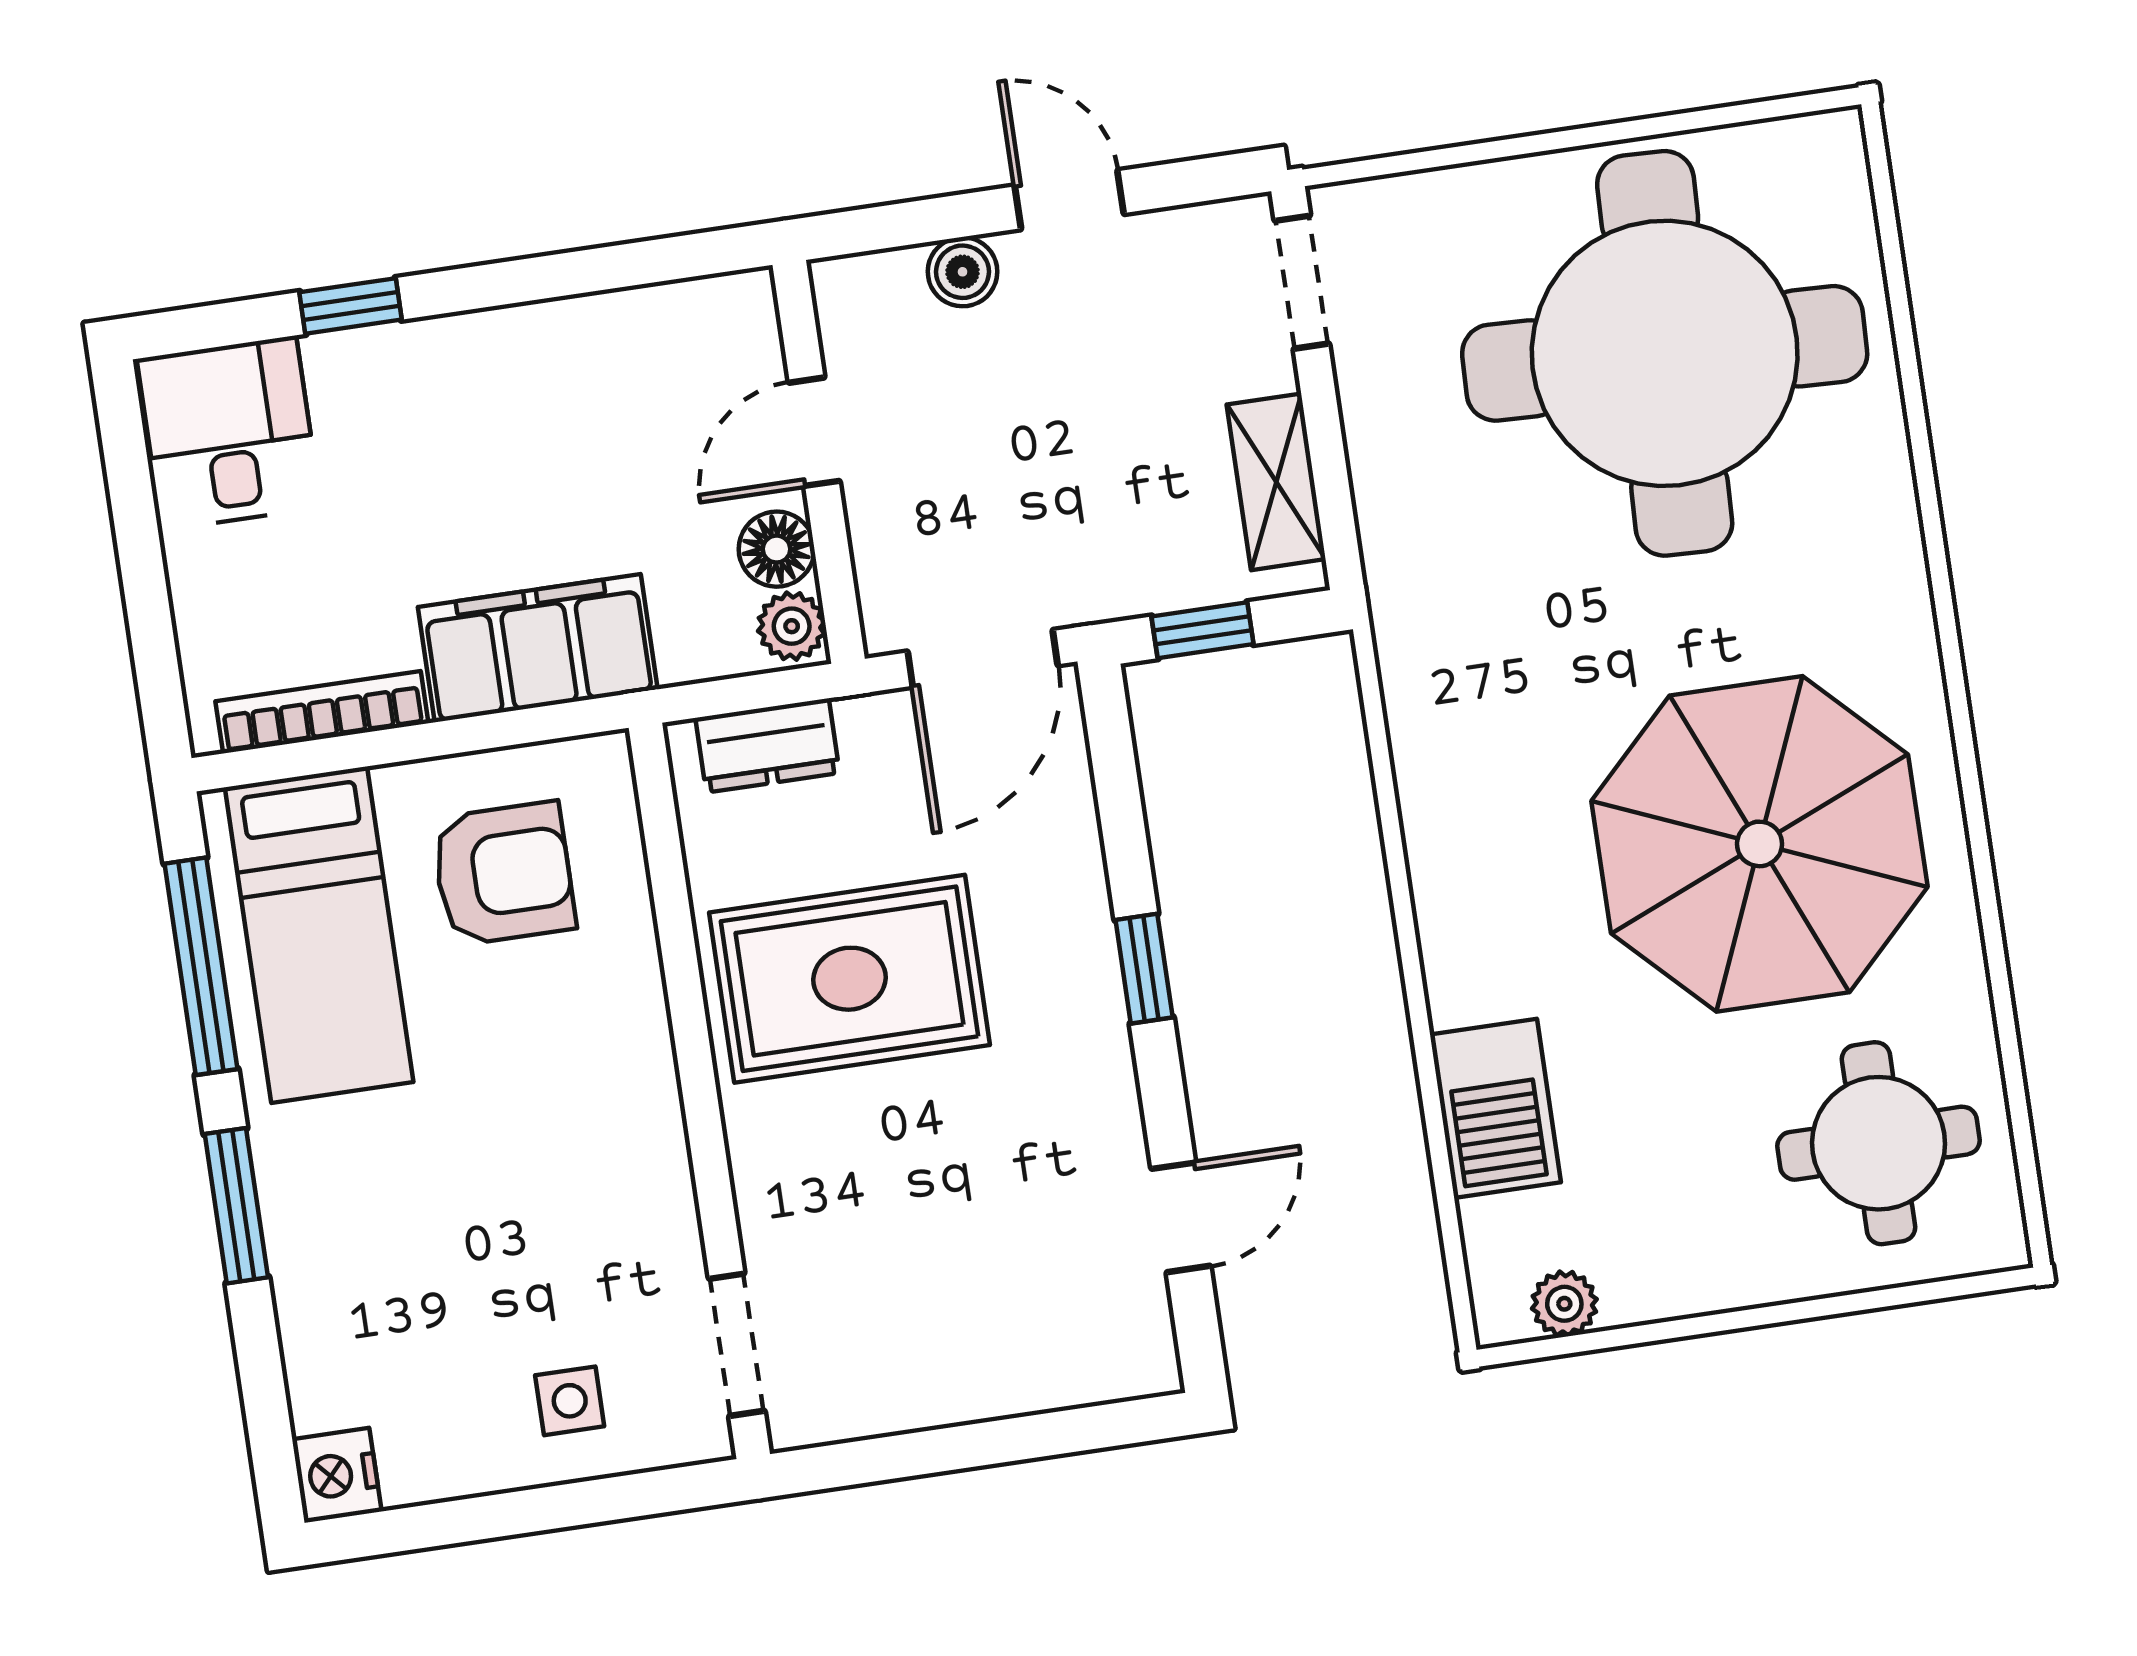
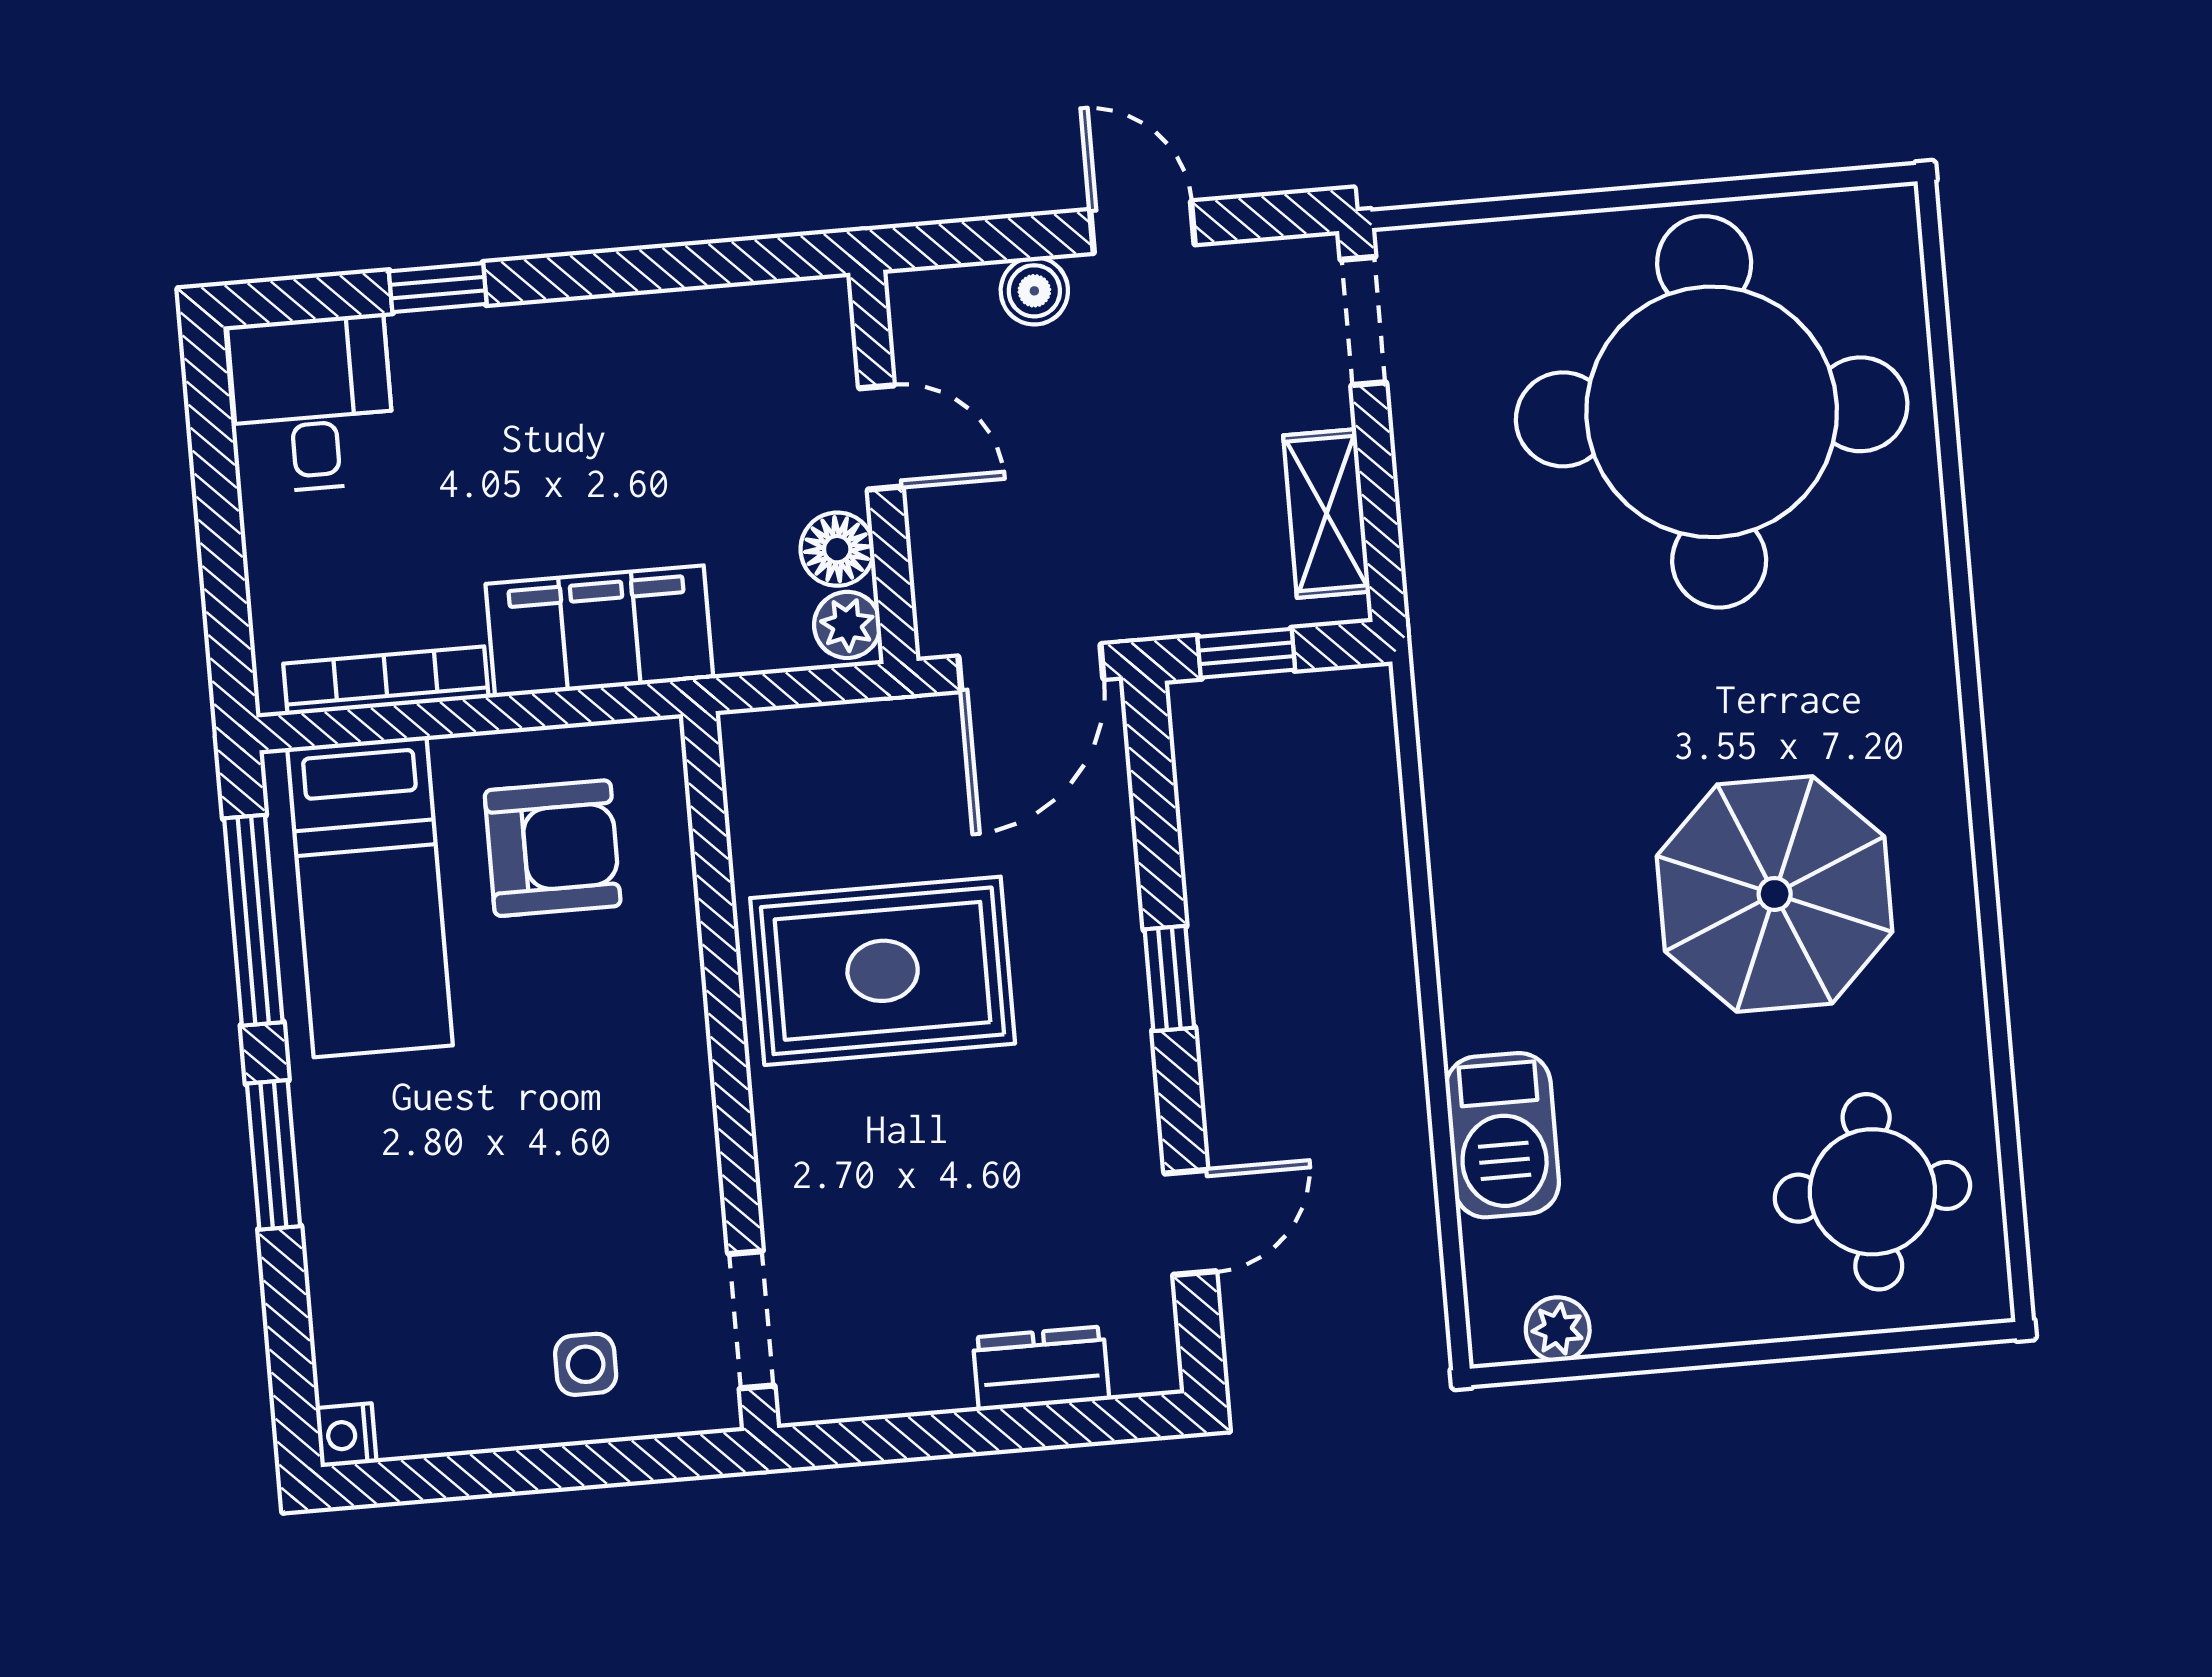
door: (814, 432) -> (881, 437), swing flipped
dresser: (767, 745) -> (1041, 1369), moved, turned 180
parasol: (1759, 844) -> (1775, 894), width x0.73, depth x0.73
nightstand: (337, 1475) -> (346, 1435), width x0.72, depth x0.74

